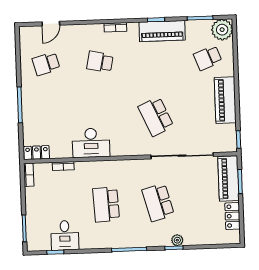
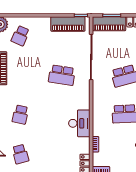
school desk: (208, 58) -> (20, 36), turned 45
piano: (225, 100) -> (68, 24), moved
school desk: (156, 117) -> (62, 75), turned 33

